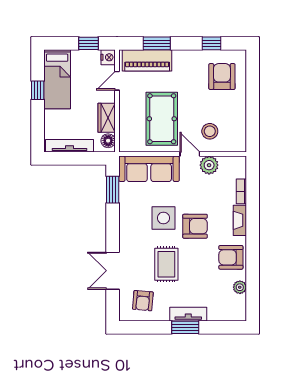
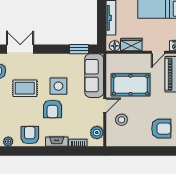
door: (117, 81) -> (158, 52), swing flipped
plant: (209, 165) -> (97, 133), moved

